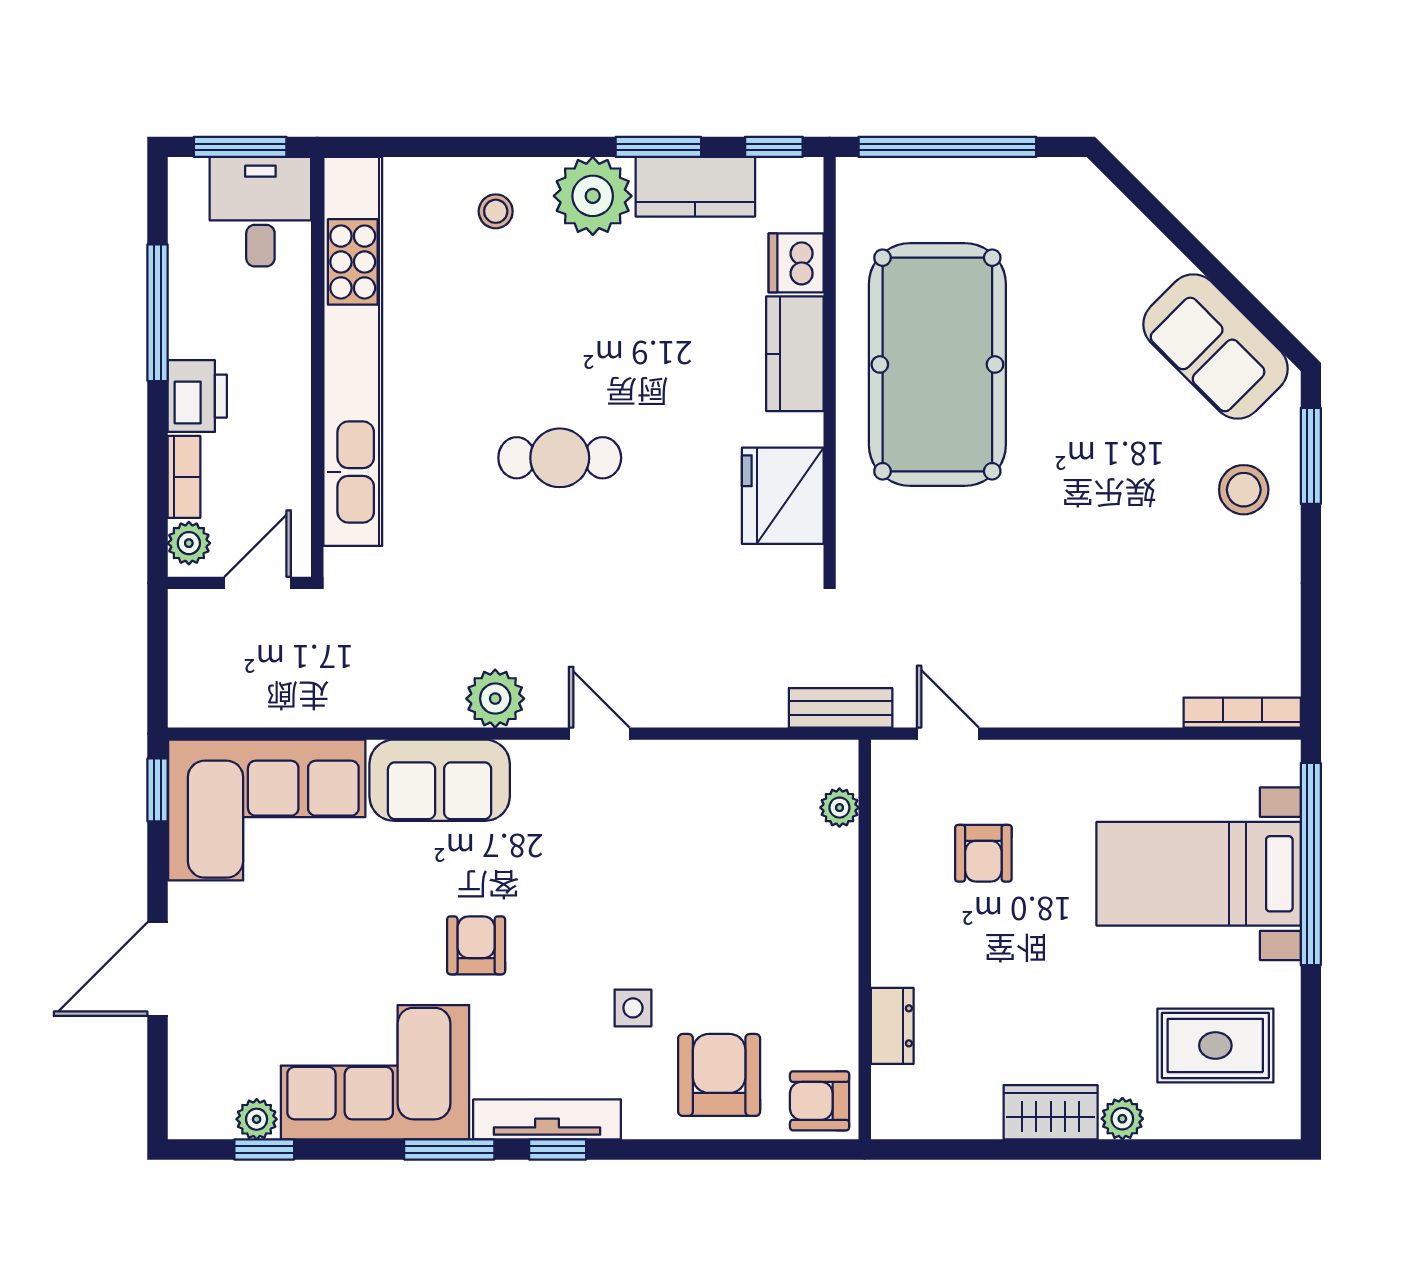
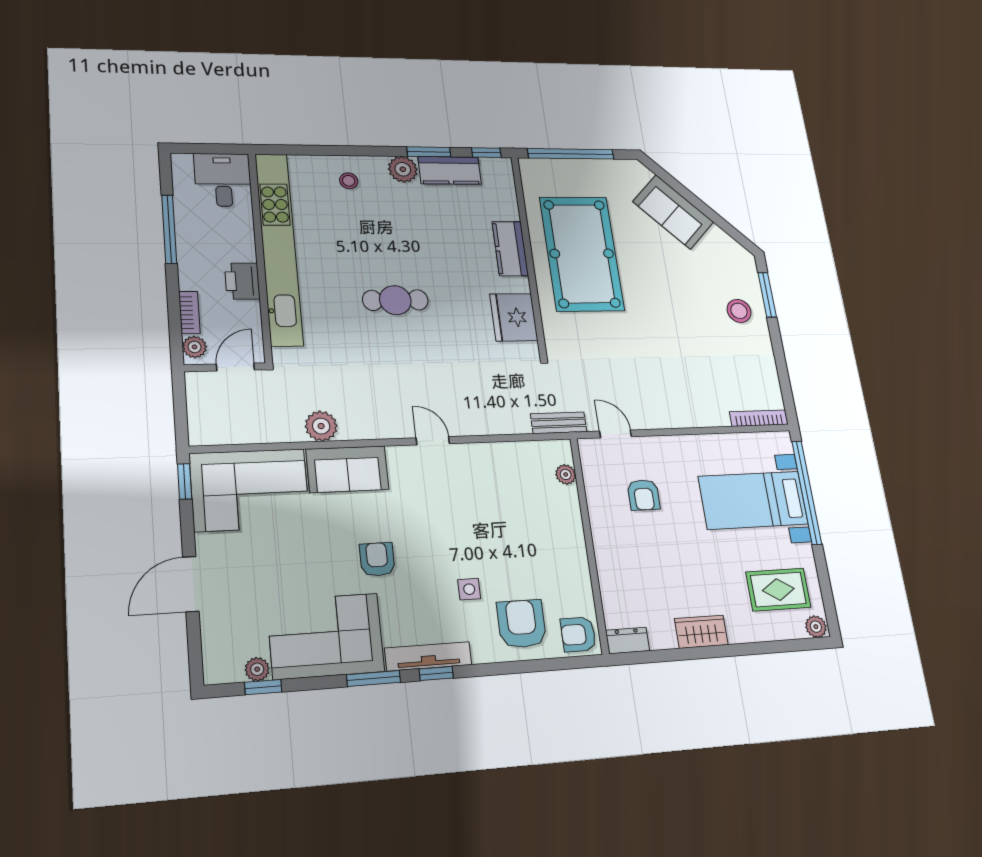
window: (240, 147) -> (210, 149), removed
plant: (593, 196) -> (403, 169), width x0.73, depth x0.73
dishwasher: (796, 263) -> (505, 206), removed
sofa: (1215, 347) -> (673, 212), moved
printer: (197, 396) -> (242, 281), moved, turned 180
plant: (495, 699) -> (321, 426), moved
dresser: (892, 1026) -> (628, 641), moved, turned -90
plant: (1122, 1119) -> (816, 627), moved

